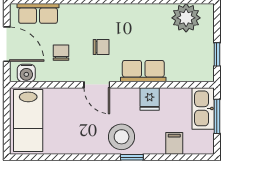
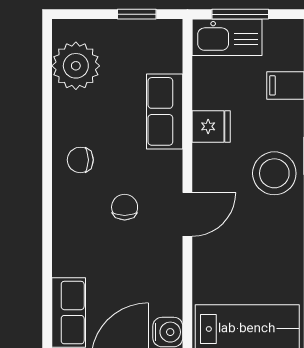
chair: (61, 53) -> (80, 160), moved
row of seats: (143, 71) -> (165, 111), moved

